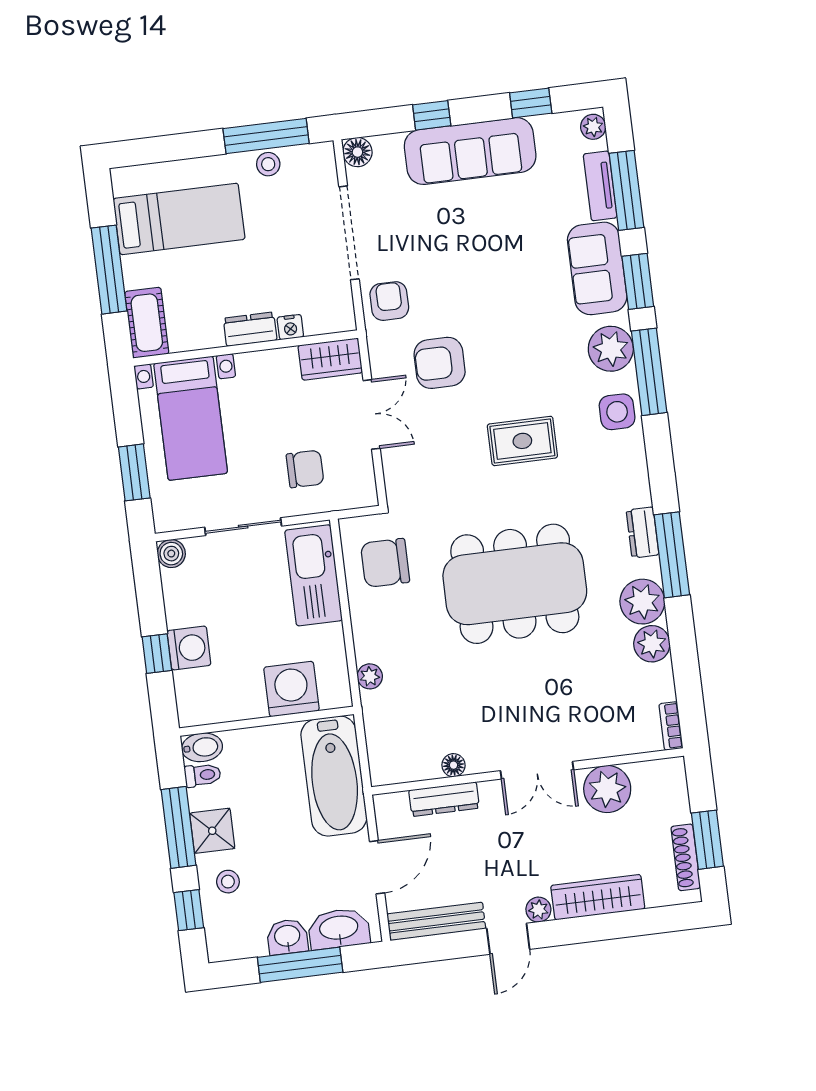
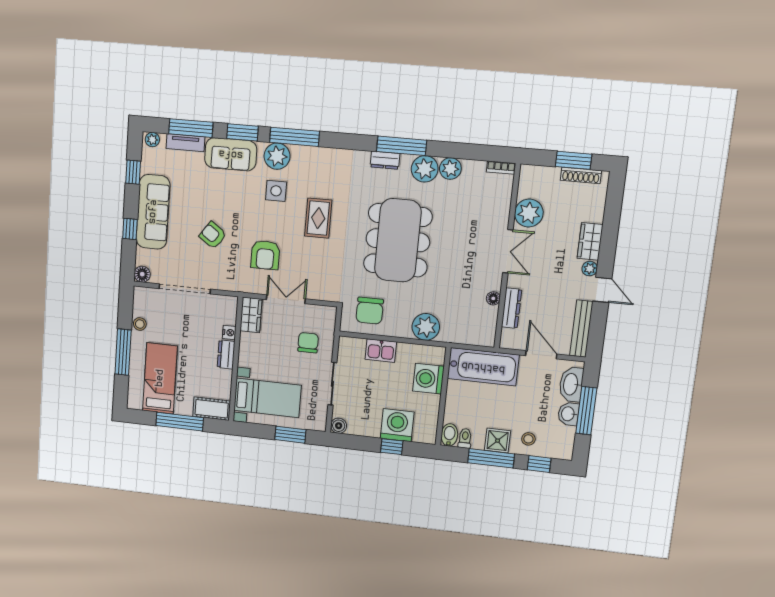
window: (266, 136) -> (123, 352), moved
armchair: (389, 301) -> (213, 235), moved, turned 36
side table: (617, 412) -> (276, 191), moved
kitchen sink: (314, 575) -> (381, 351), width x0.53, depth x0.81
washing machine: (189, 648) -> (397, 425), width x1.37, depth x1.37
plant: (370, 676) -> (426, 327), width x1.88, depth x1.88
wardrobe: (598, 897) -> (590, 241), width x0.67

